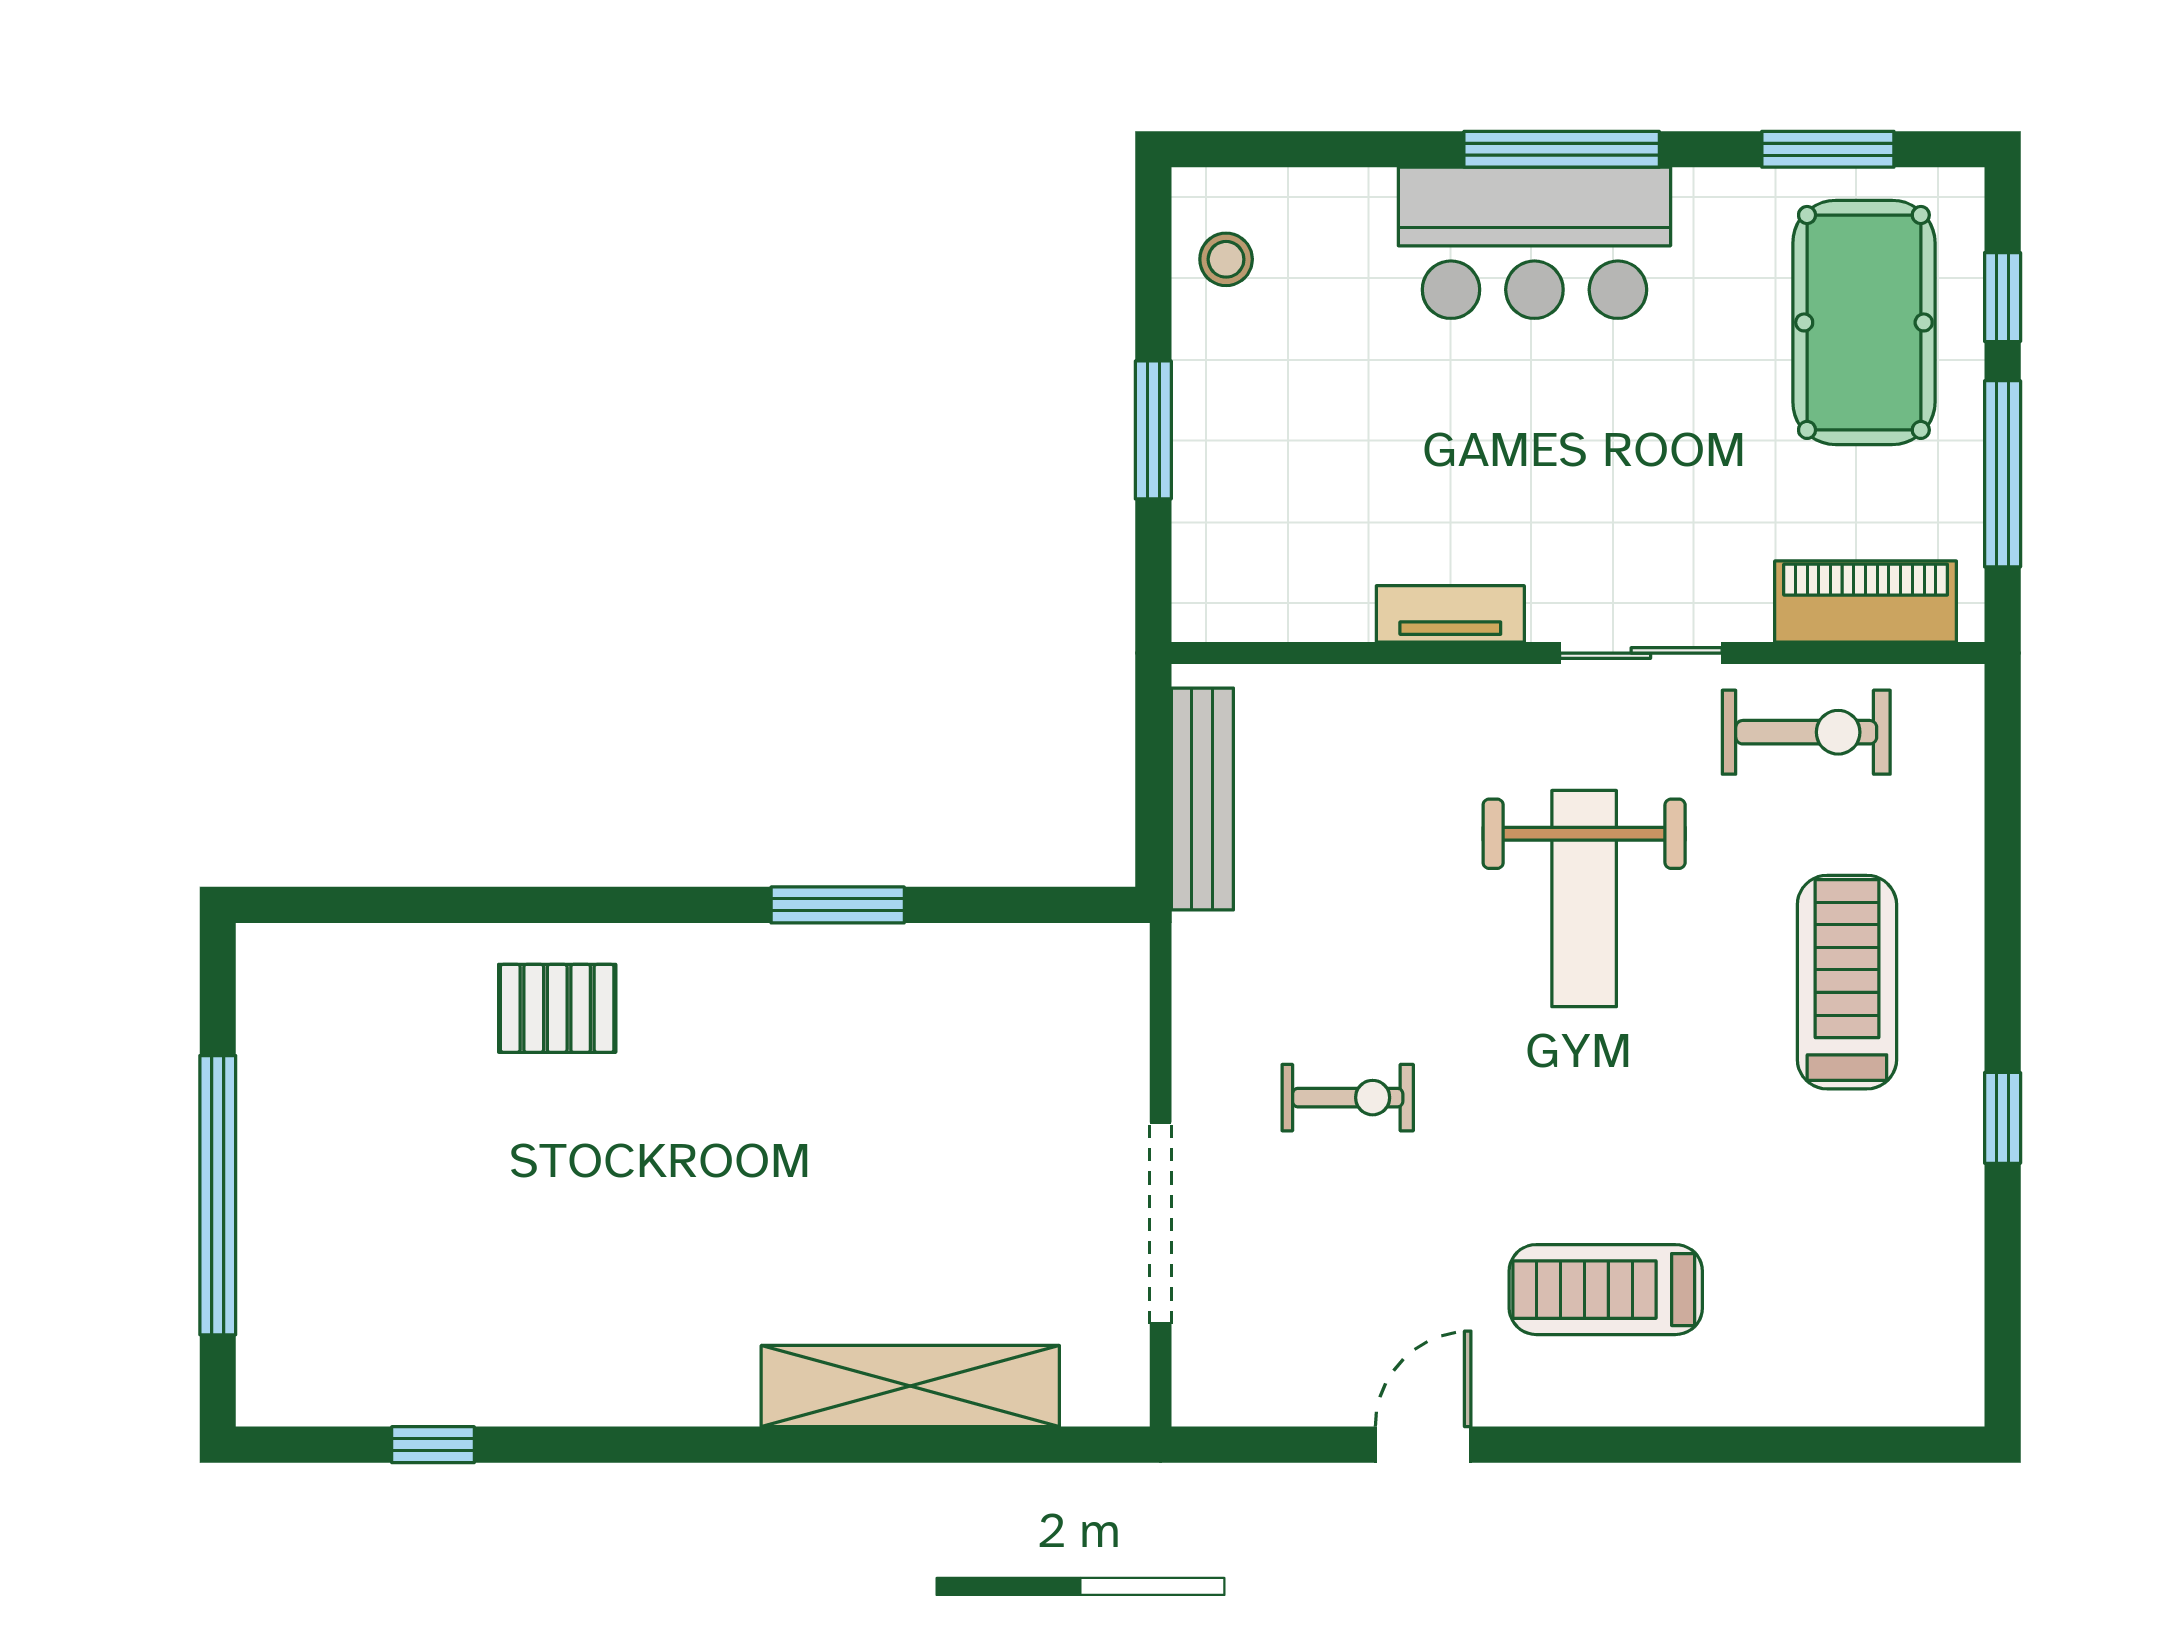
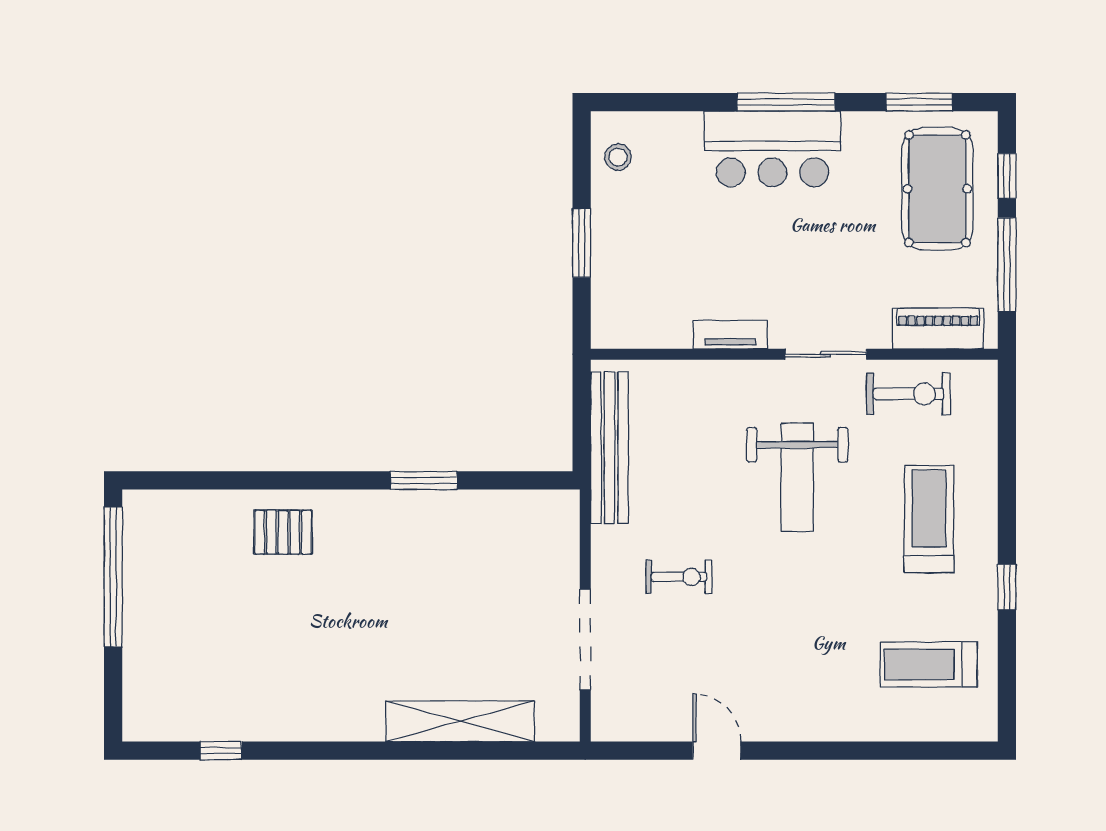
bench: (1202, 799) -> (610, 448), width x1.37, depth x1.21
window: (218, 1195) -> (113, 577), moved
treadmill: (1606, 1290) -> (929, 664), moved
door: (1423, 1445) -> (717, 751), hinge flipped

